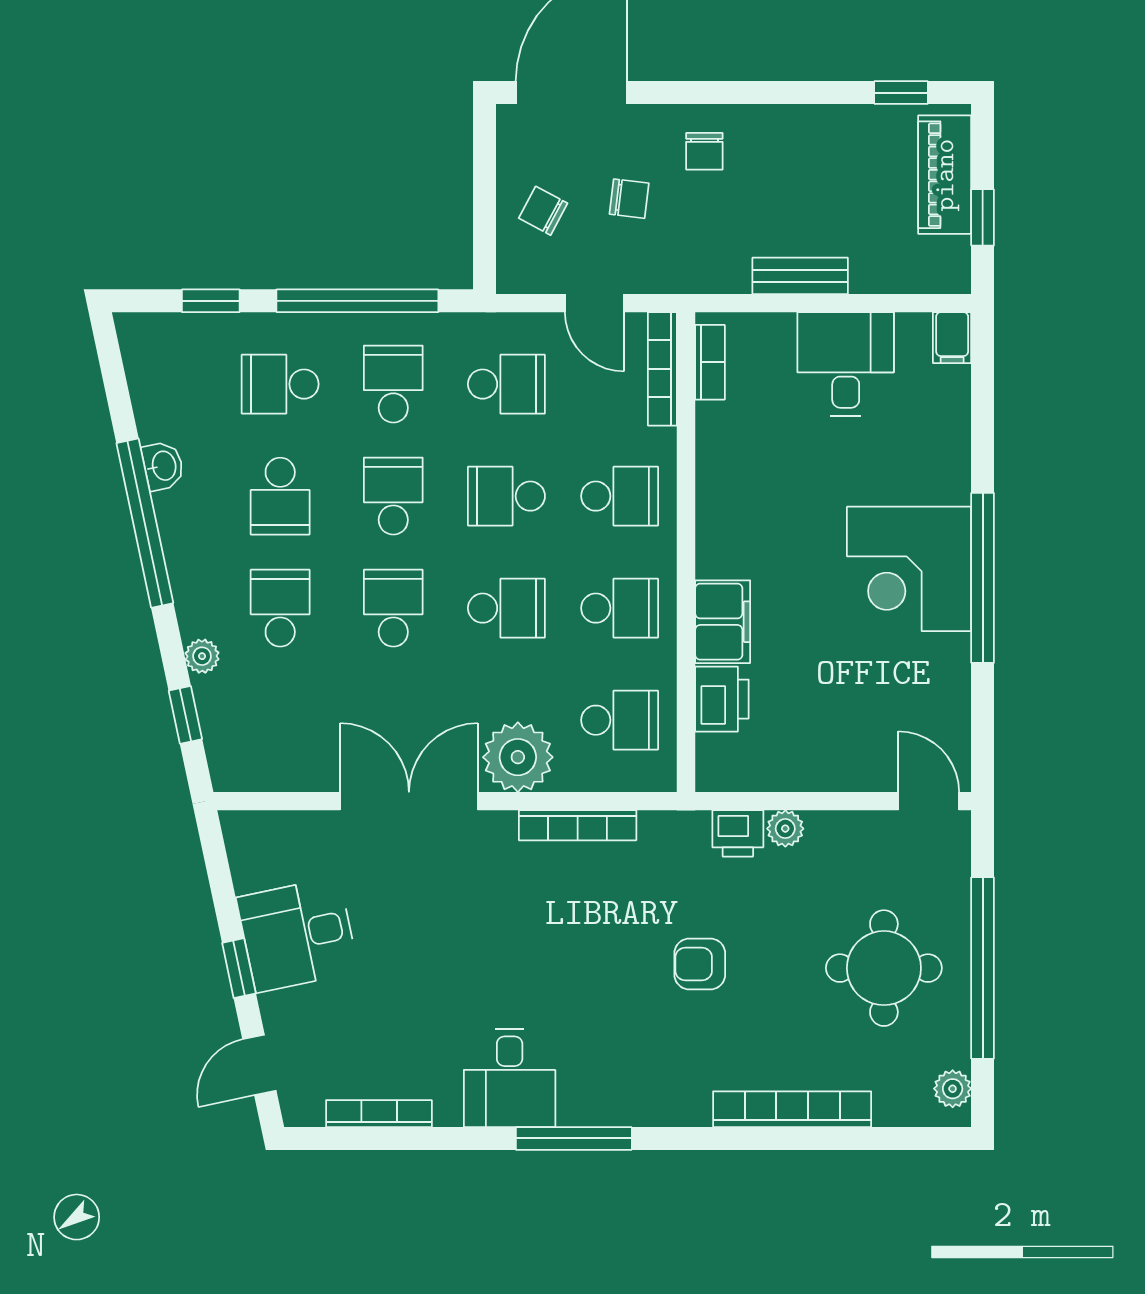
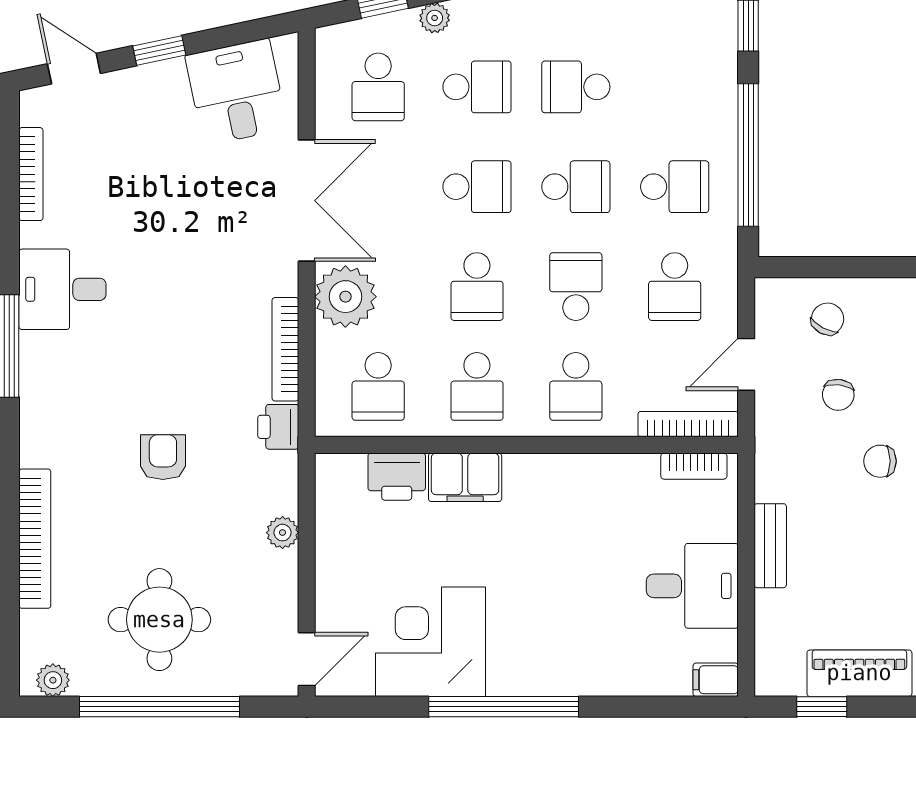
school desk: (280, 384) -> (378, 87), moved, turned 180
corner desk: (909, 569) -> (431, 642), moved
printer: (738, 833) -> (278, 427), moved
desk: (297, 935) -> (236, 92), moved

